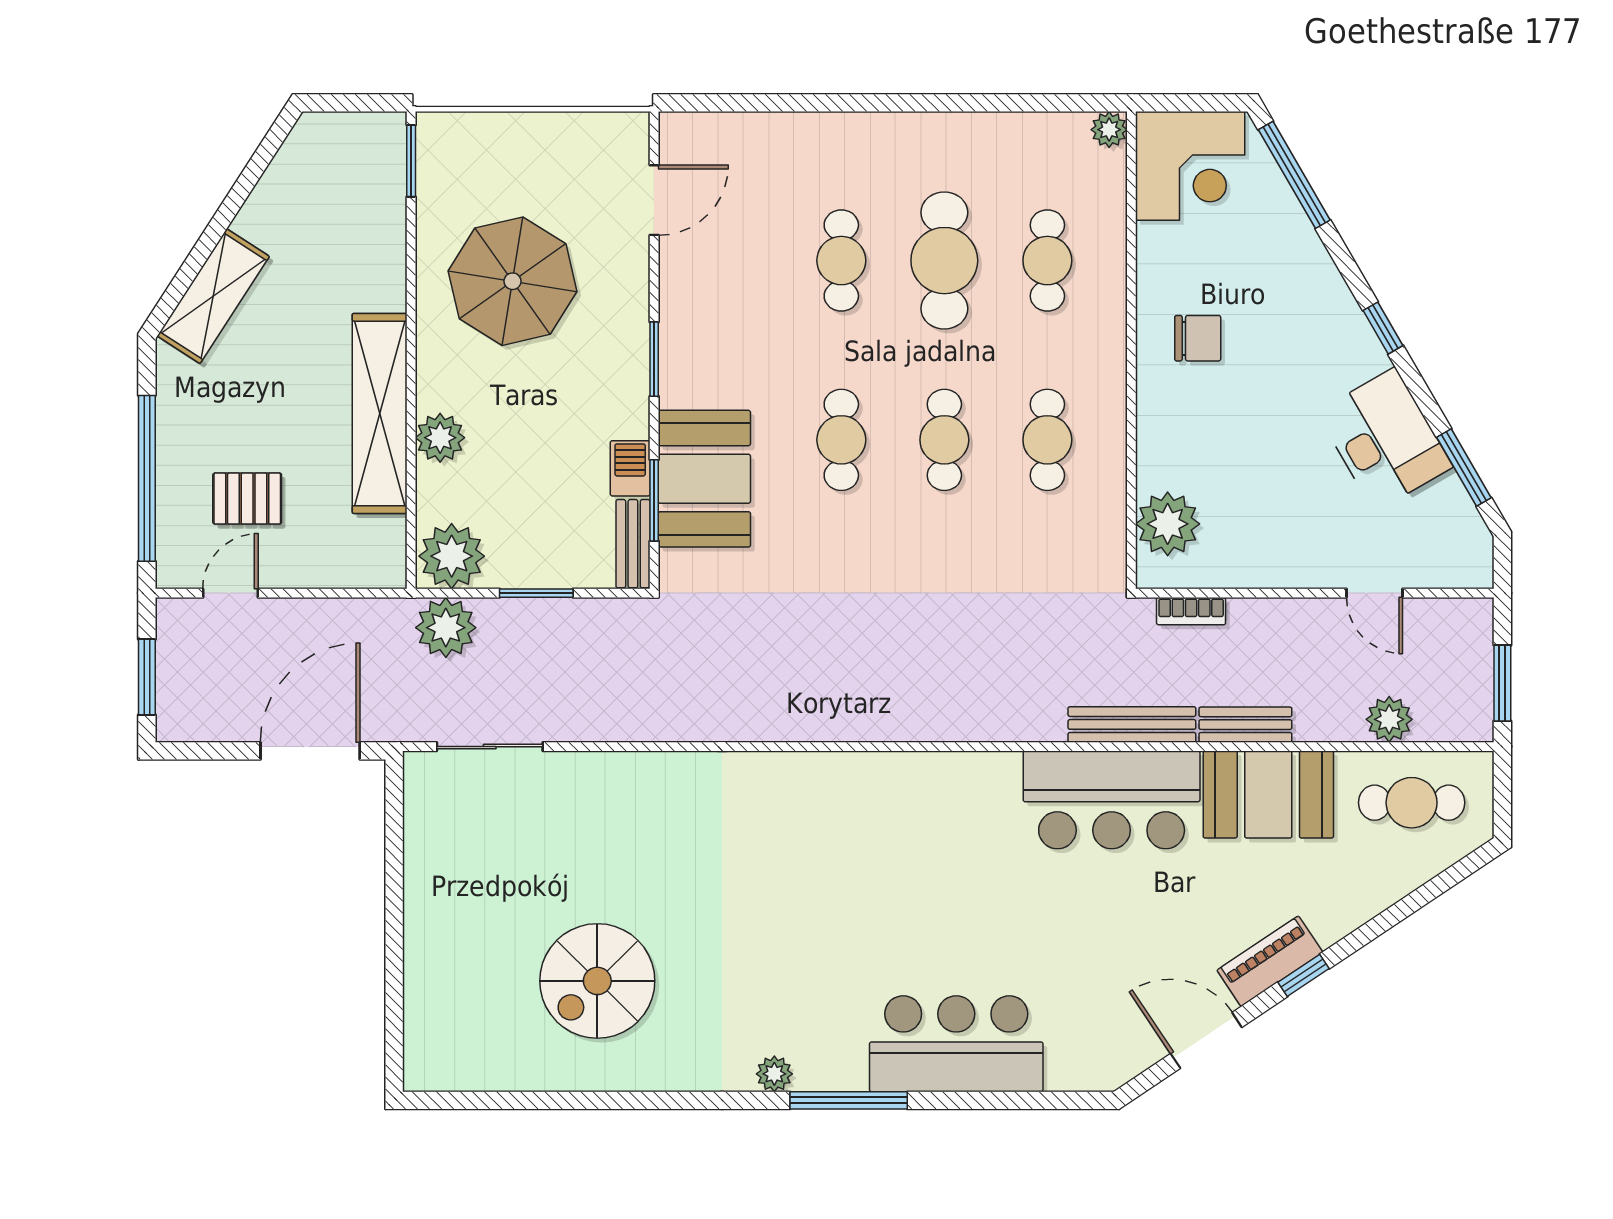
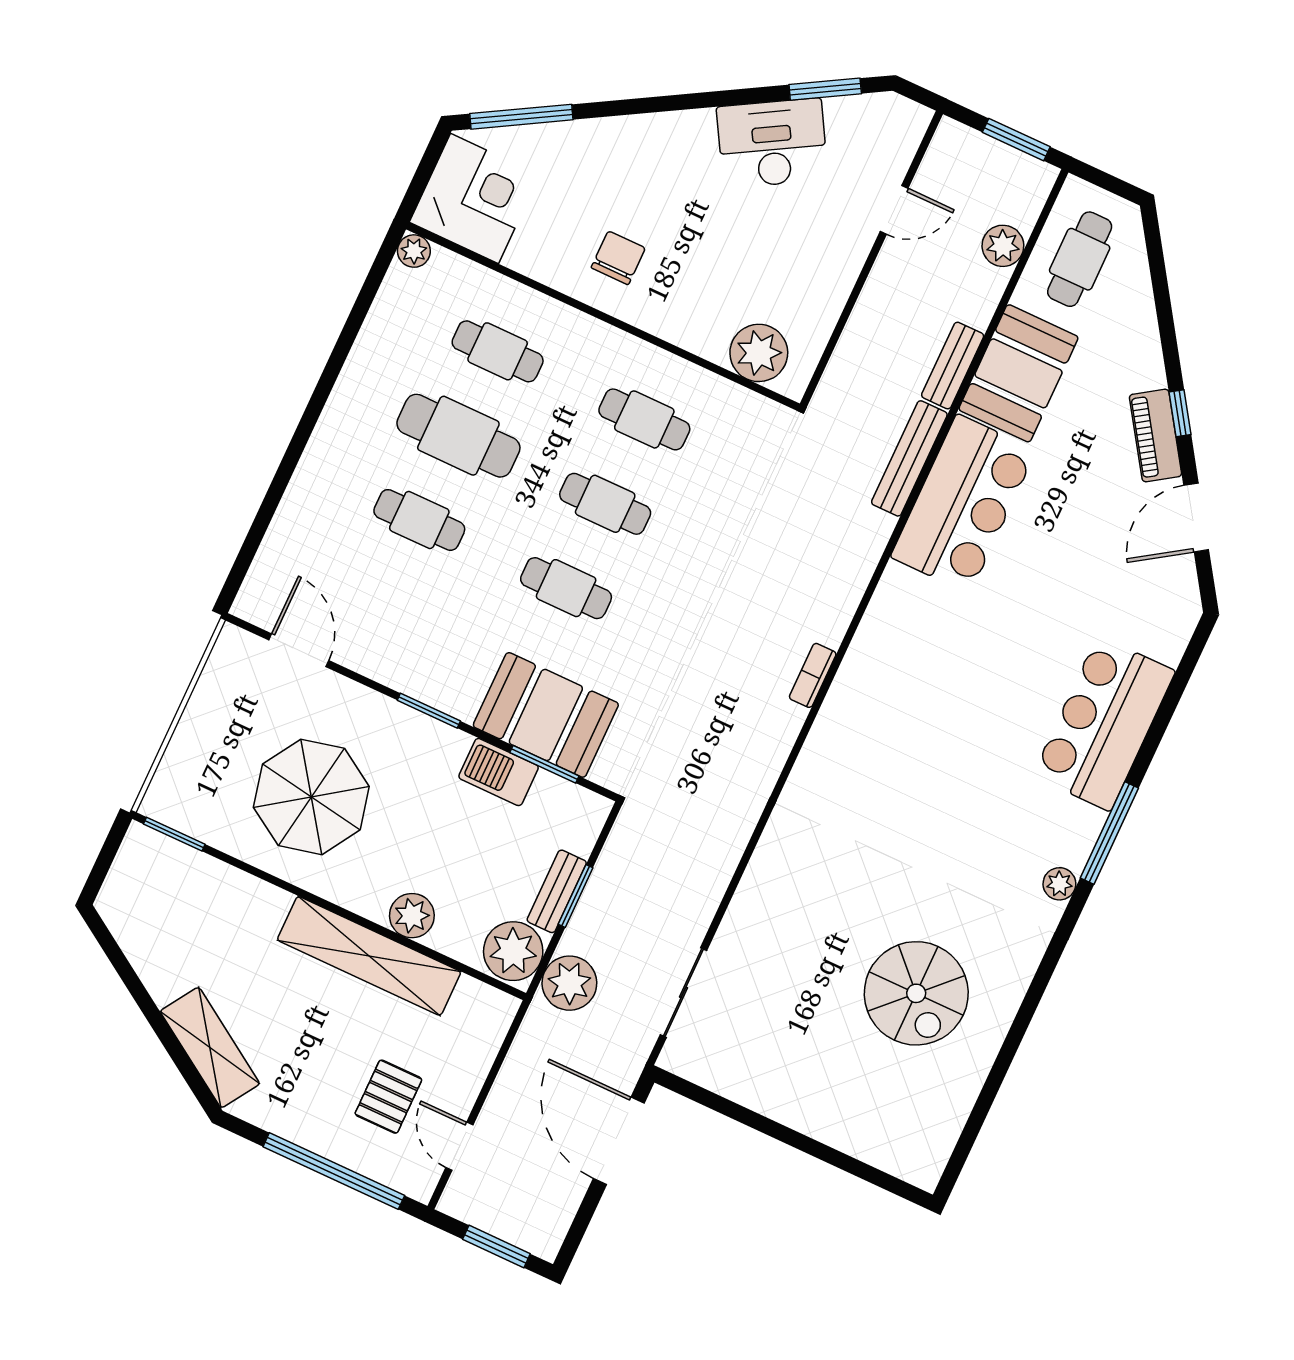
window: (1383, 328) -> (680, 102), removed
barbecue: (630, 468) -> (499, 772), width x1.38, depth x1.27
bench: (633, 544) -> (557, 891), moved, turned 90
bookcase: (1191, 611) -> (813, 675), moved, turned 180

